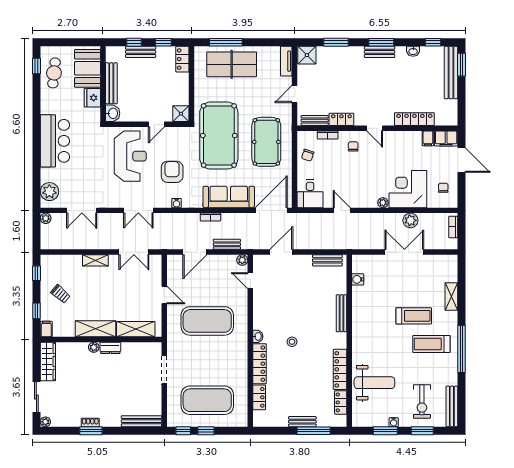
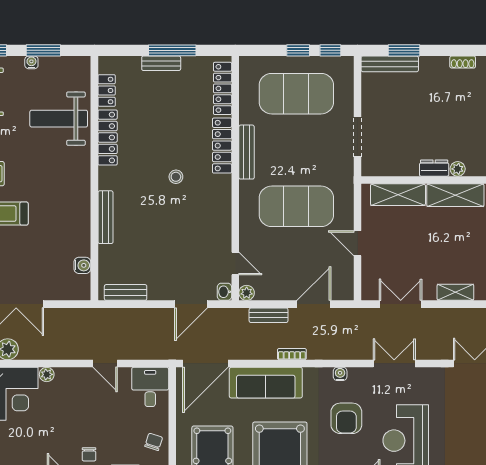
washbasin: (258, 336) -> (224, 292), moved
bench: (242, 359) -> (247, 152), added
locker: (259, 397) -> (223, 88), width x1.53
window: (91, 431) -> (404, 50), moved
window: (314, 431) -> (172, 50), moved

